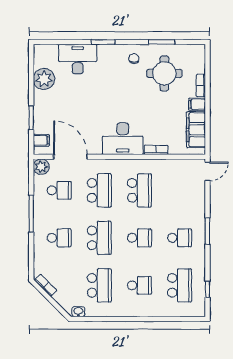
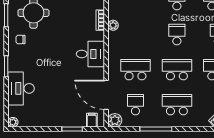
plant: (44, 79) -> (13, 122), moved, width x0.53, depth x0.53
desk: (123, 139) -> (90, 54), width x0.73
door: (70, 157) -> (106, 95), hinge flipped
plant: (150, 165) -> (113, 25), added
school desk: (139, 190) -> (135, 35), removed
school desk: (59, 238) -> (177, 105), width x1.85

